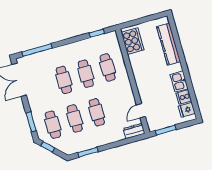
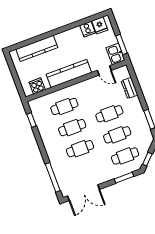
cooker: (133, 41) -> (37, 86), width x0.53, depth x0.76
kitchen counter: (141, 75) -> (69, 73), added
kitchen sink: (179, 82) -> (115, 54), moved, turned 90
dresser: (134, 131) -> (129, 88), moved

